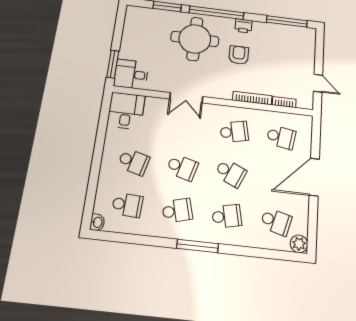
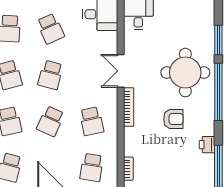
printer: (244, 26) -> (207, 145), moved
bookcase: (252, 98) -> (129, 107), moved
school desk: (134, 162) -> (51, 29), turned -39

